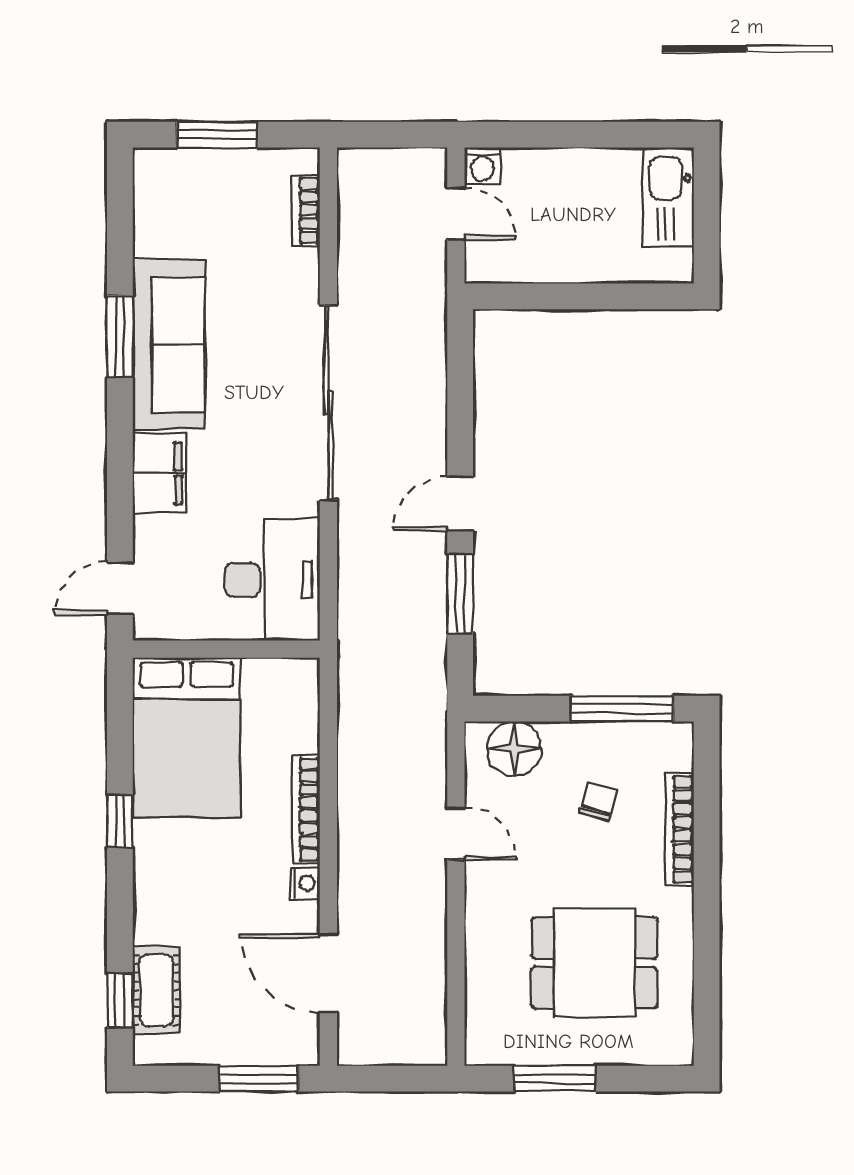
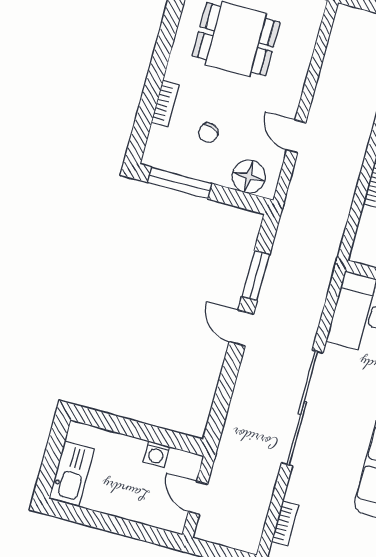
washing machine: (482, 166) -> (156, 454), moved, turned 180
door: (460, 504) -> (241, 328), swing flipped
bookcase: (679, 829) -> (165, 104), width x0.64

